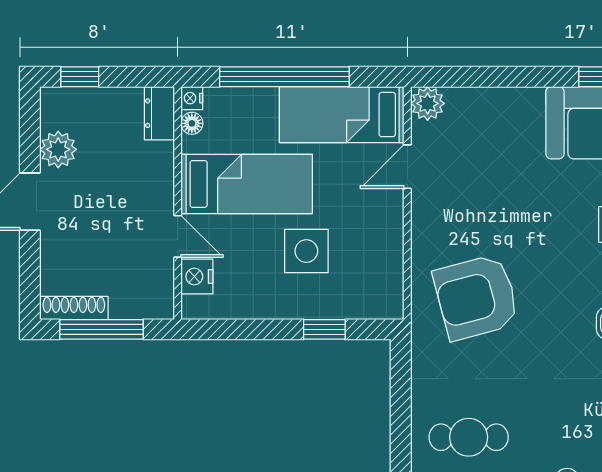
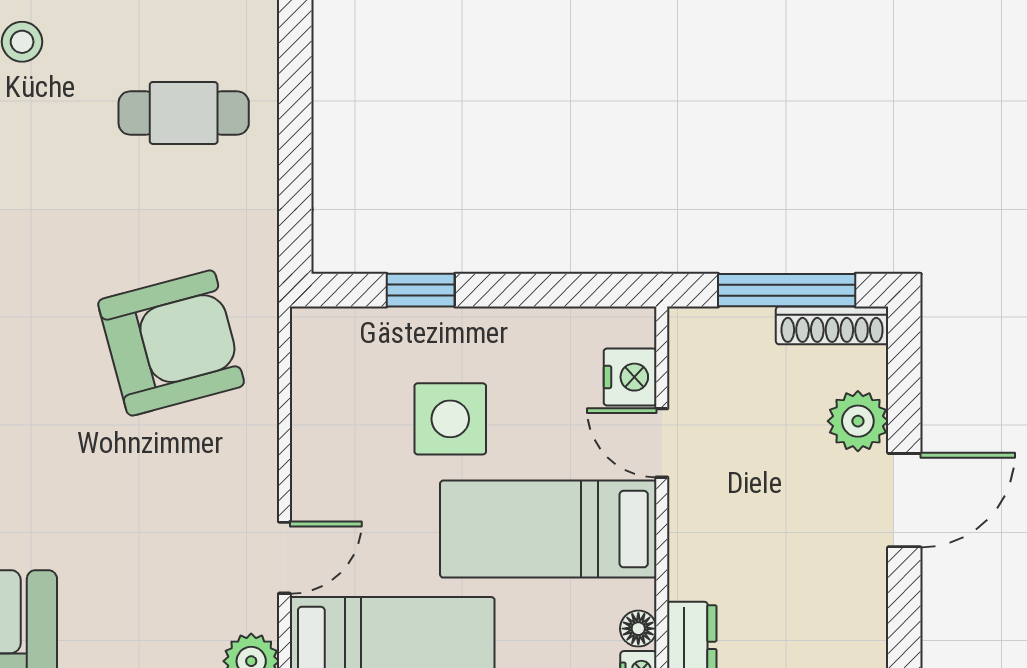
plant: (58, 149) -> (858, 421), moved

